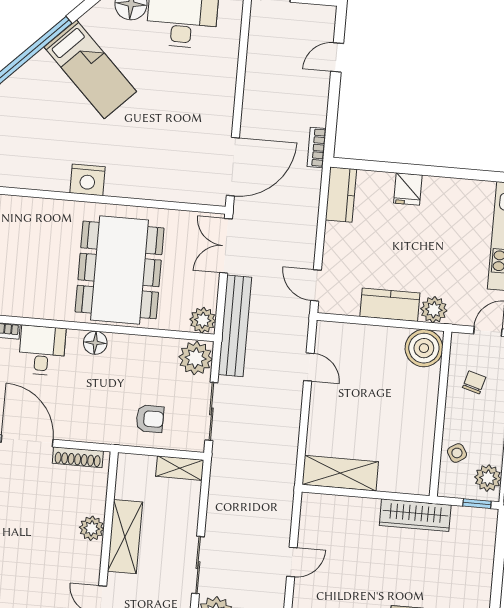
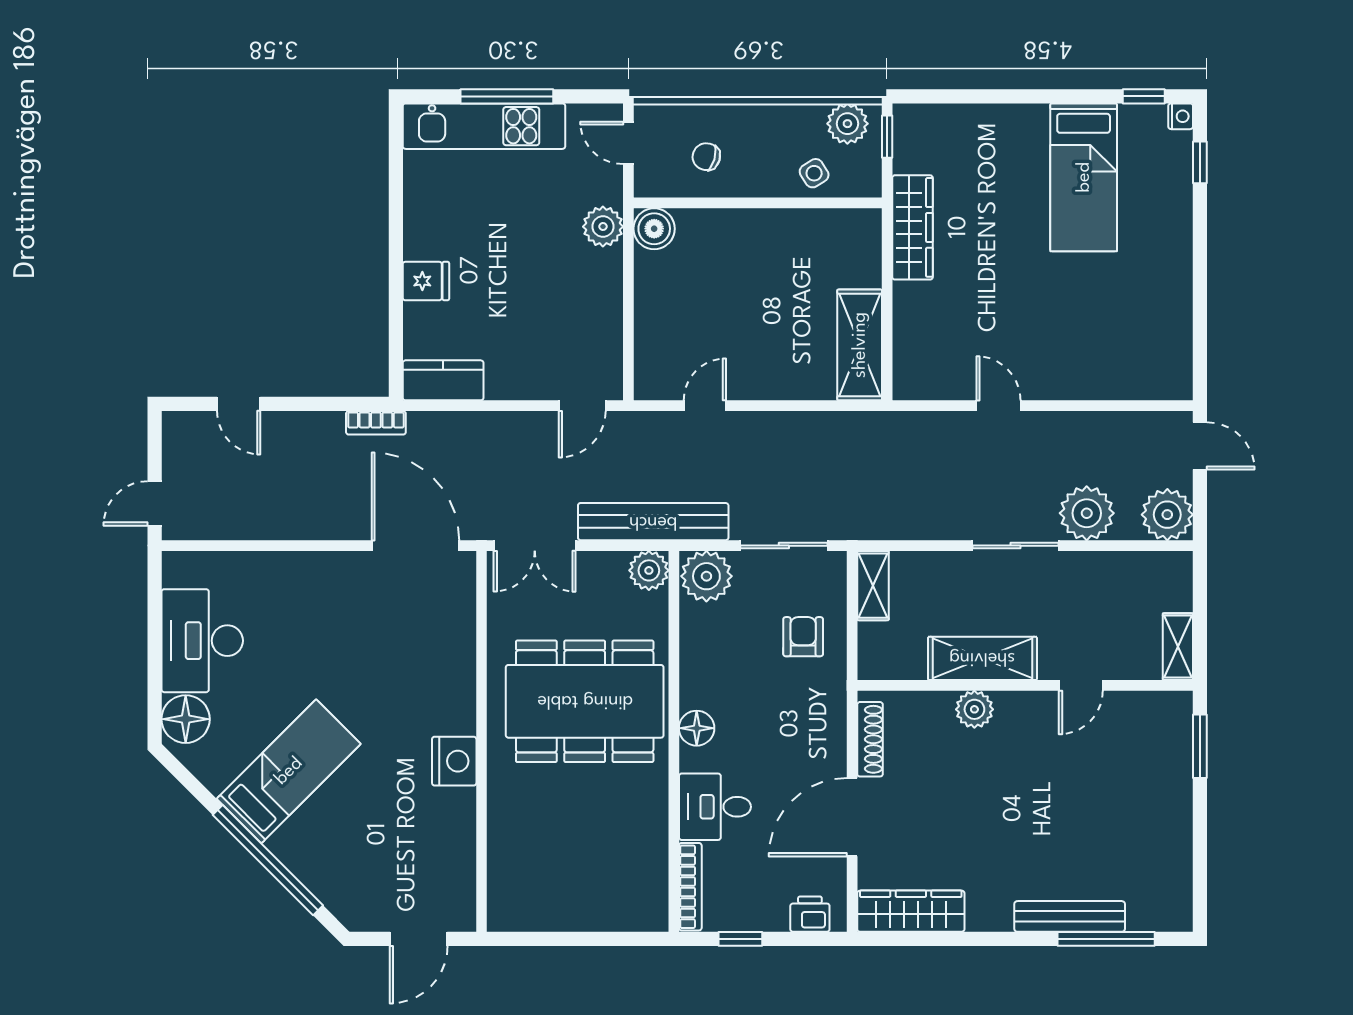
kitchen counter: (390, 305) -> (601, 293), removed
boiler: (424, 348) -> (654, 229), width x0.73, depth x0.73

